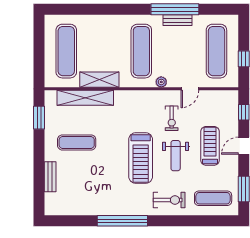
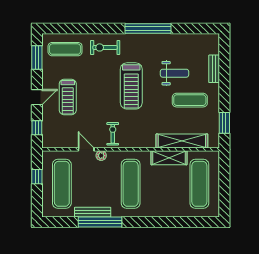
bench: (178, 20) -> (93, 212), width x1.36
plant: (161, 82) -> (101, 156), moved
door: (190, 89) -> (86, 149), hinge flipped
exercise bike: (172, 118) -> (113, 134), moved
weight bench: (176, 156) -> (175, 73), moved, turned 90
treadmill: (141, 158) -> (131, 86), turned 180

